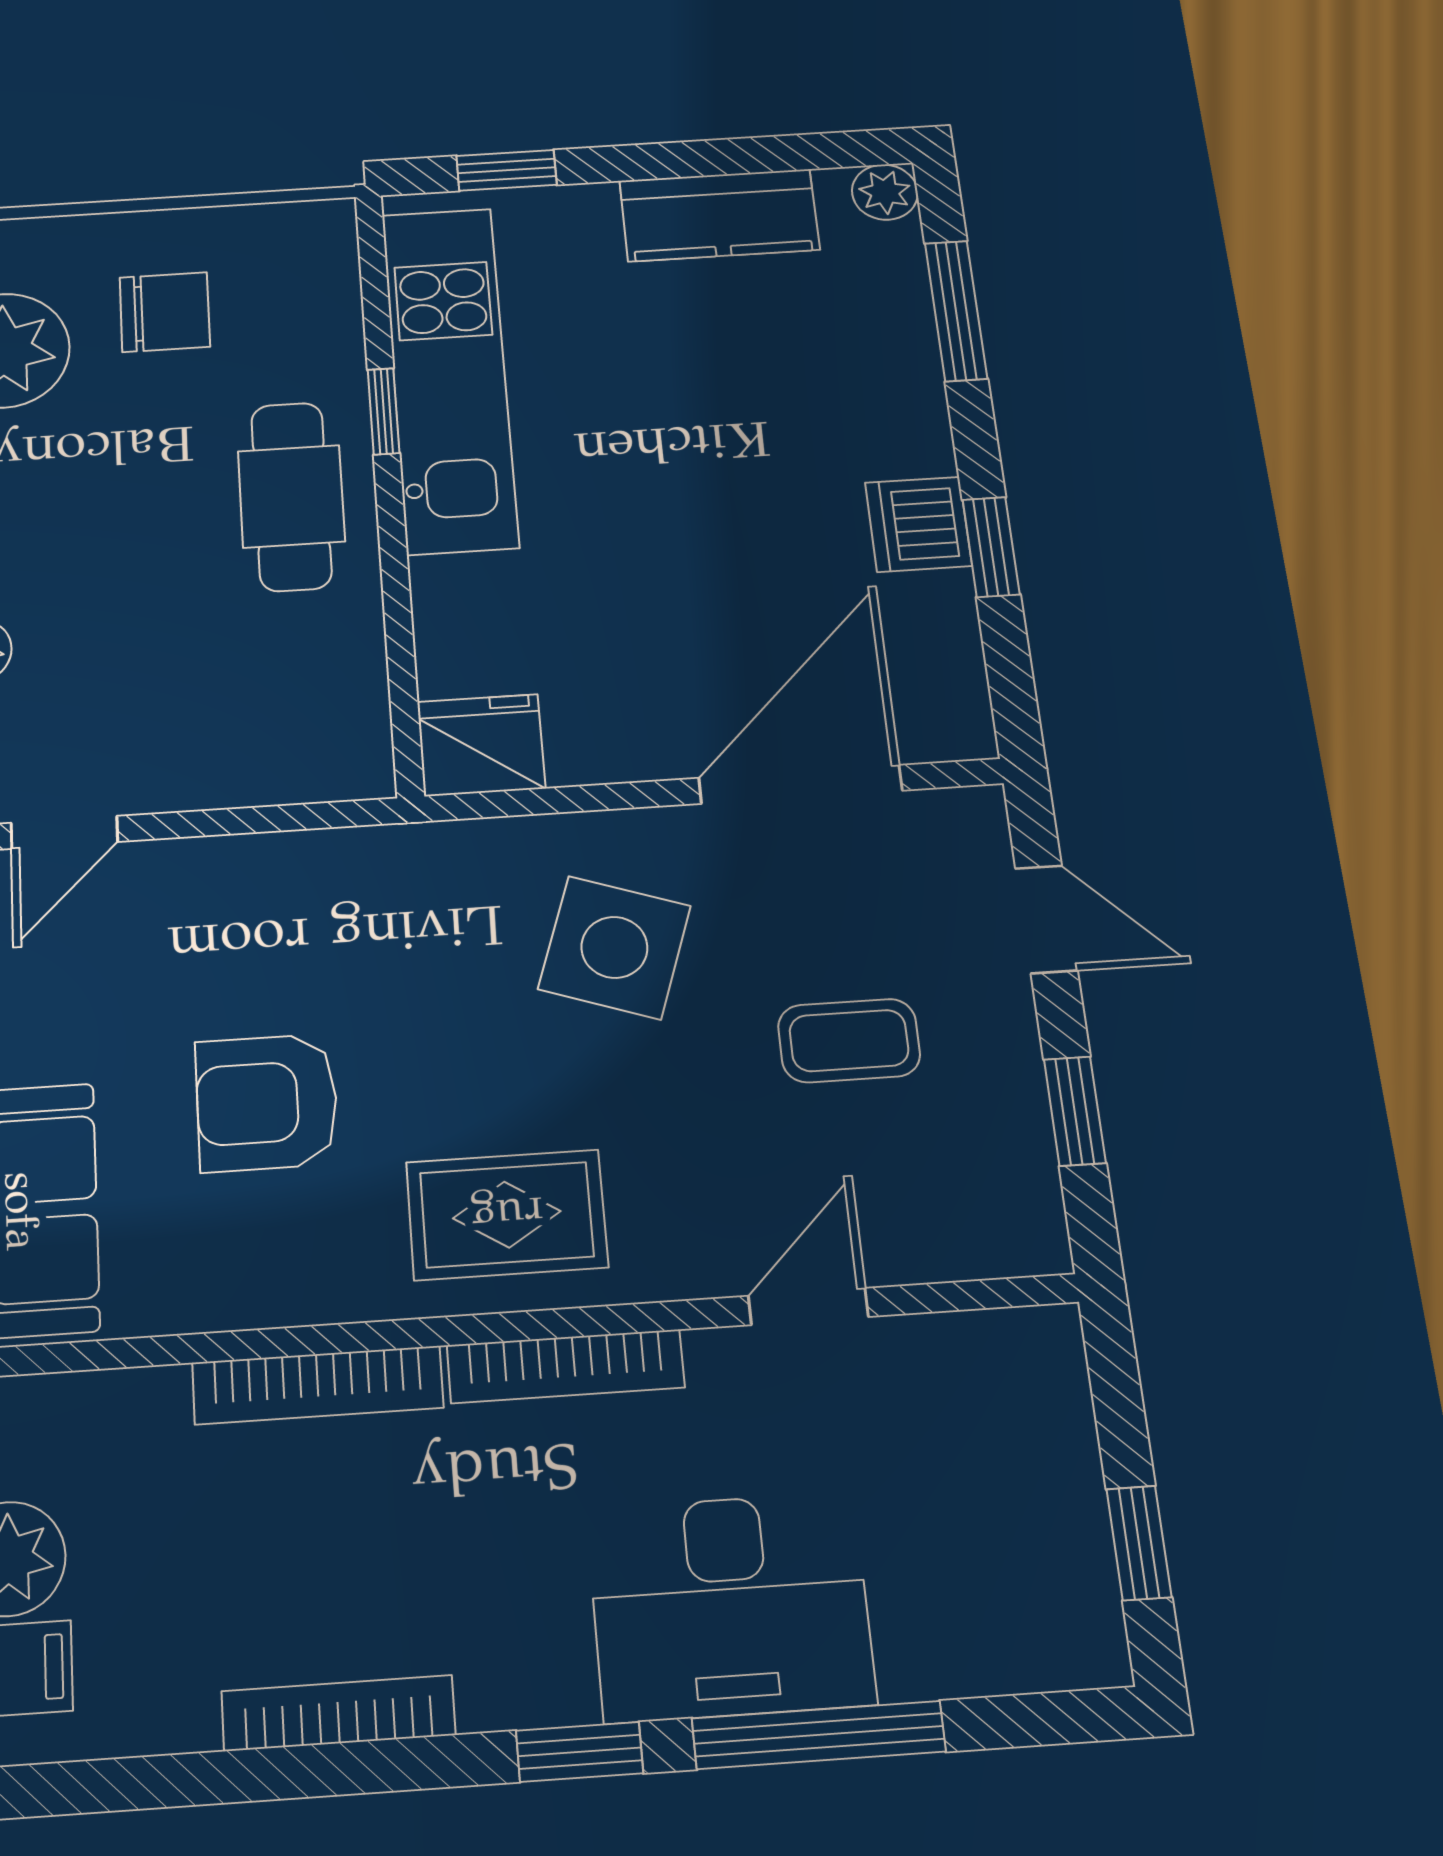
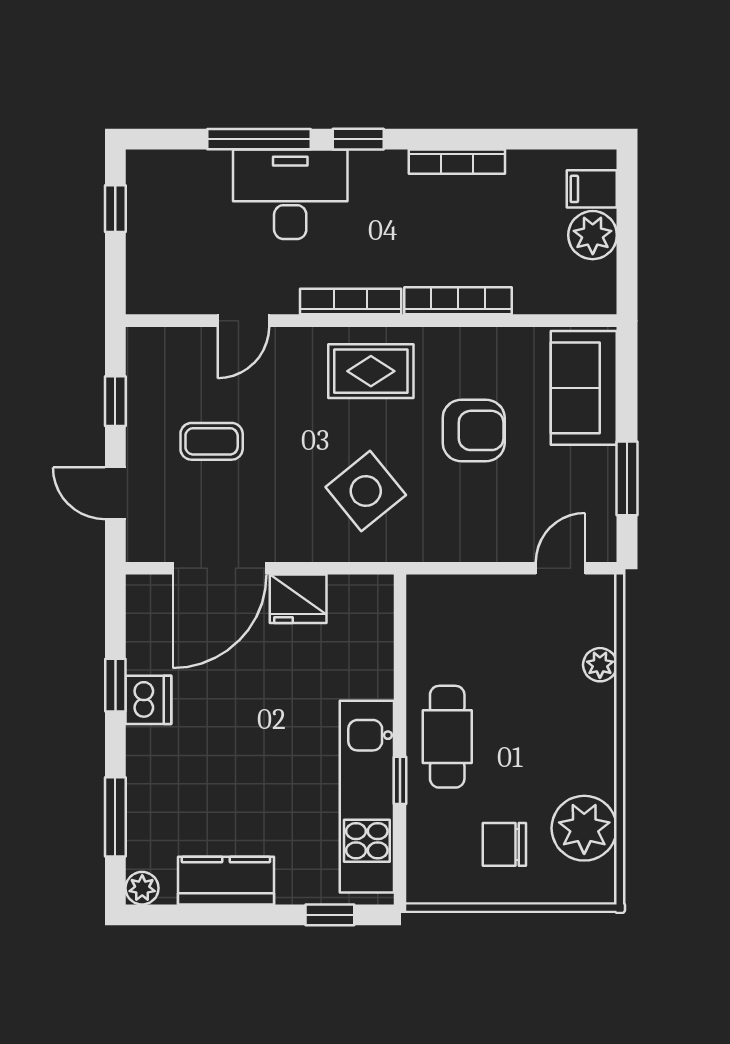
fridge: (481, 745) -> (298, 599), moved
side table: (614, 947) -> (366, 491), moved, turned 32

